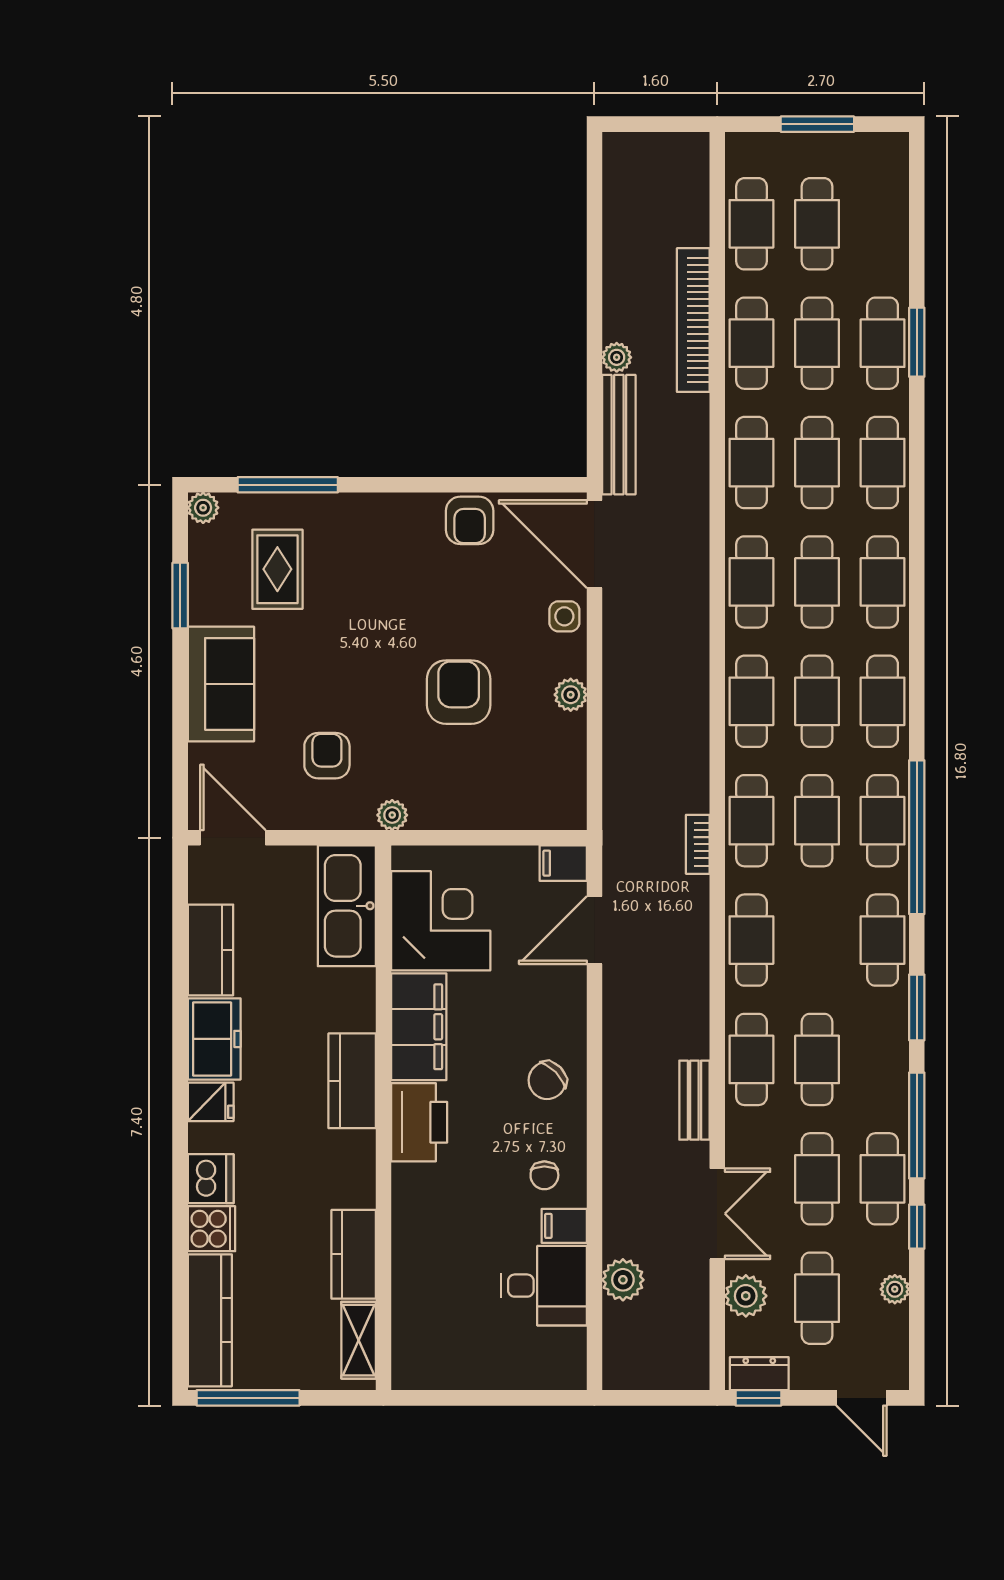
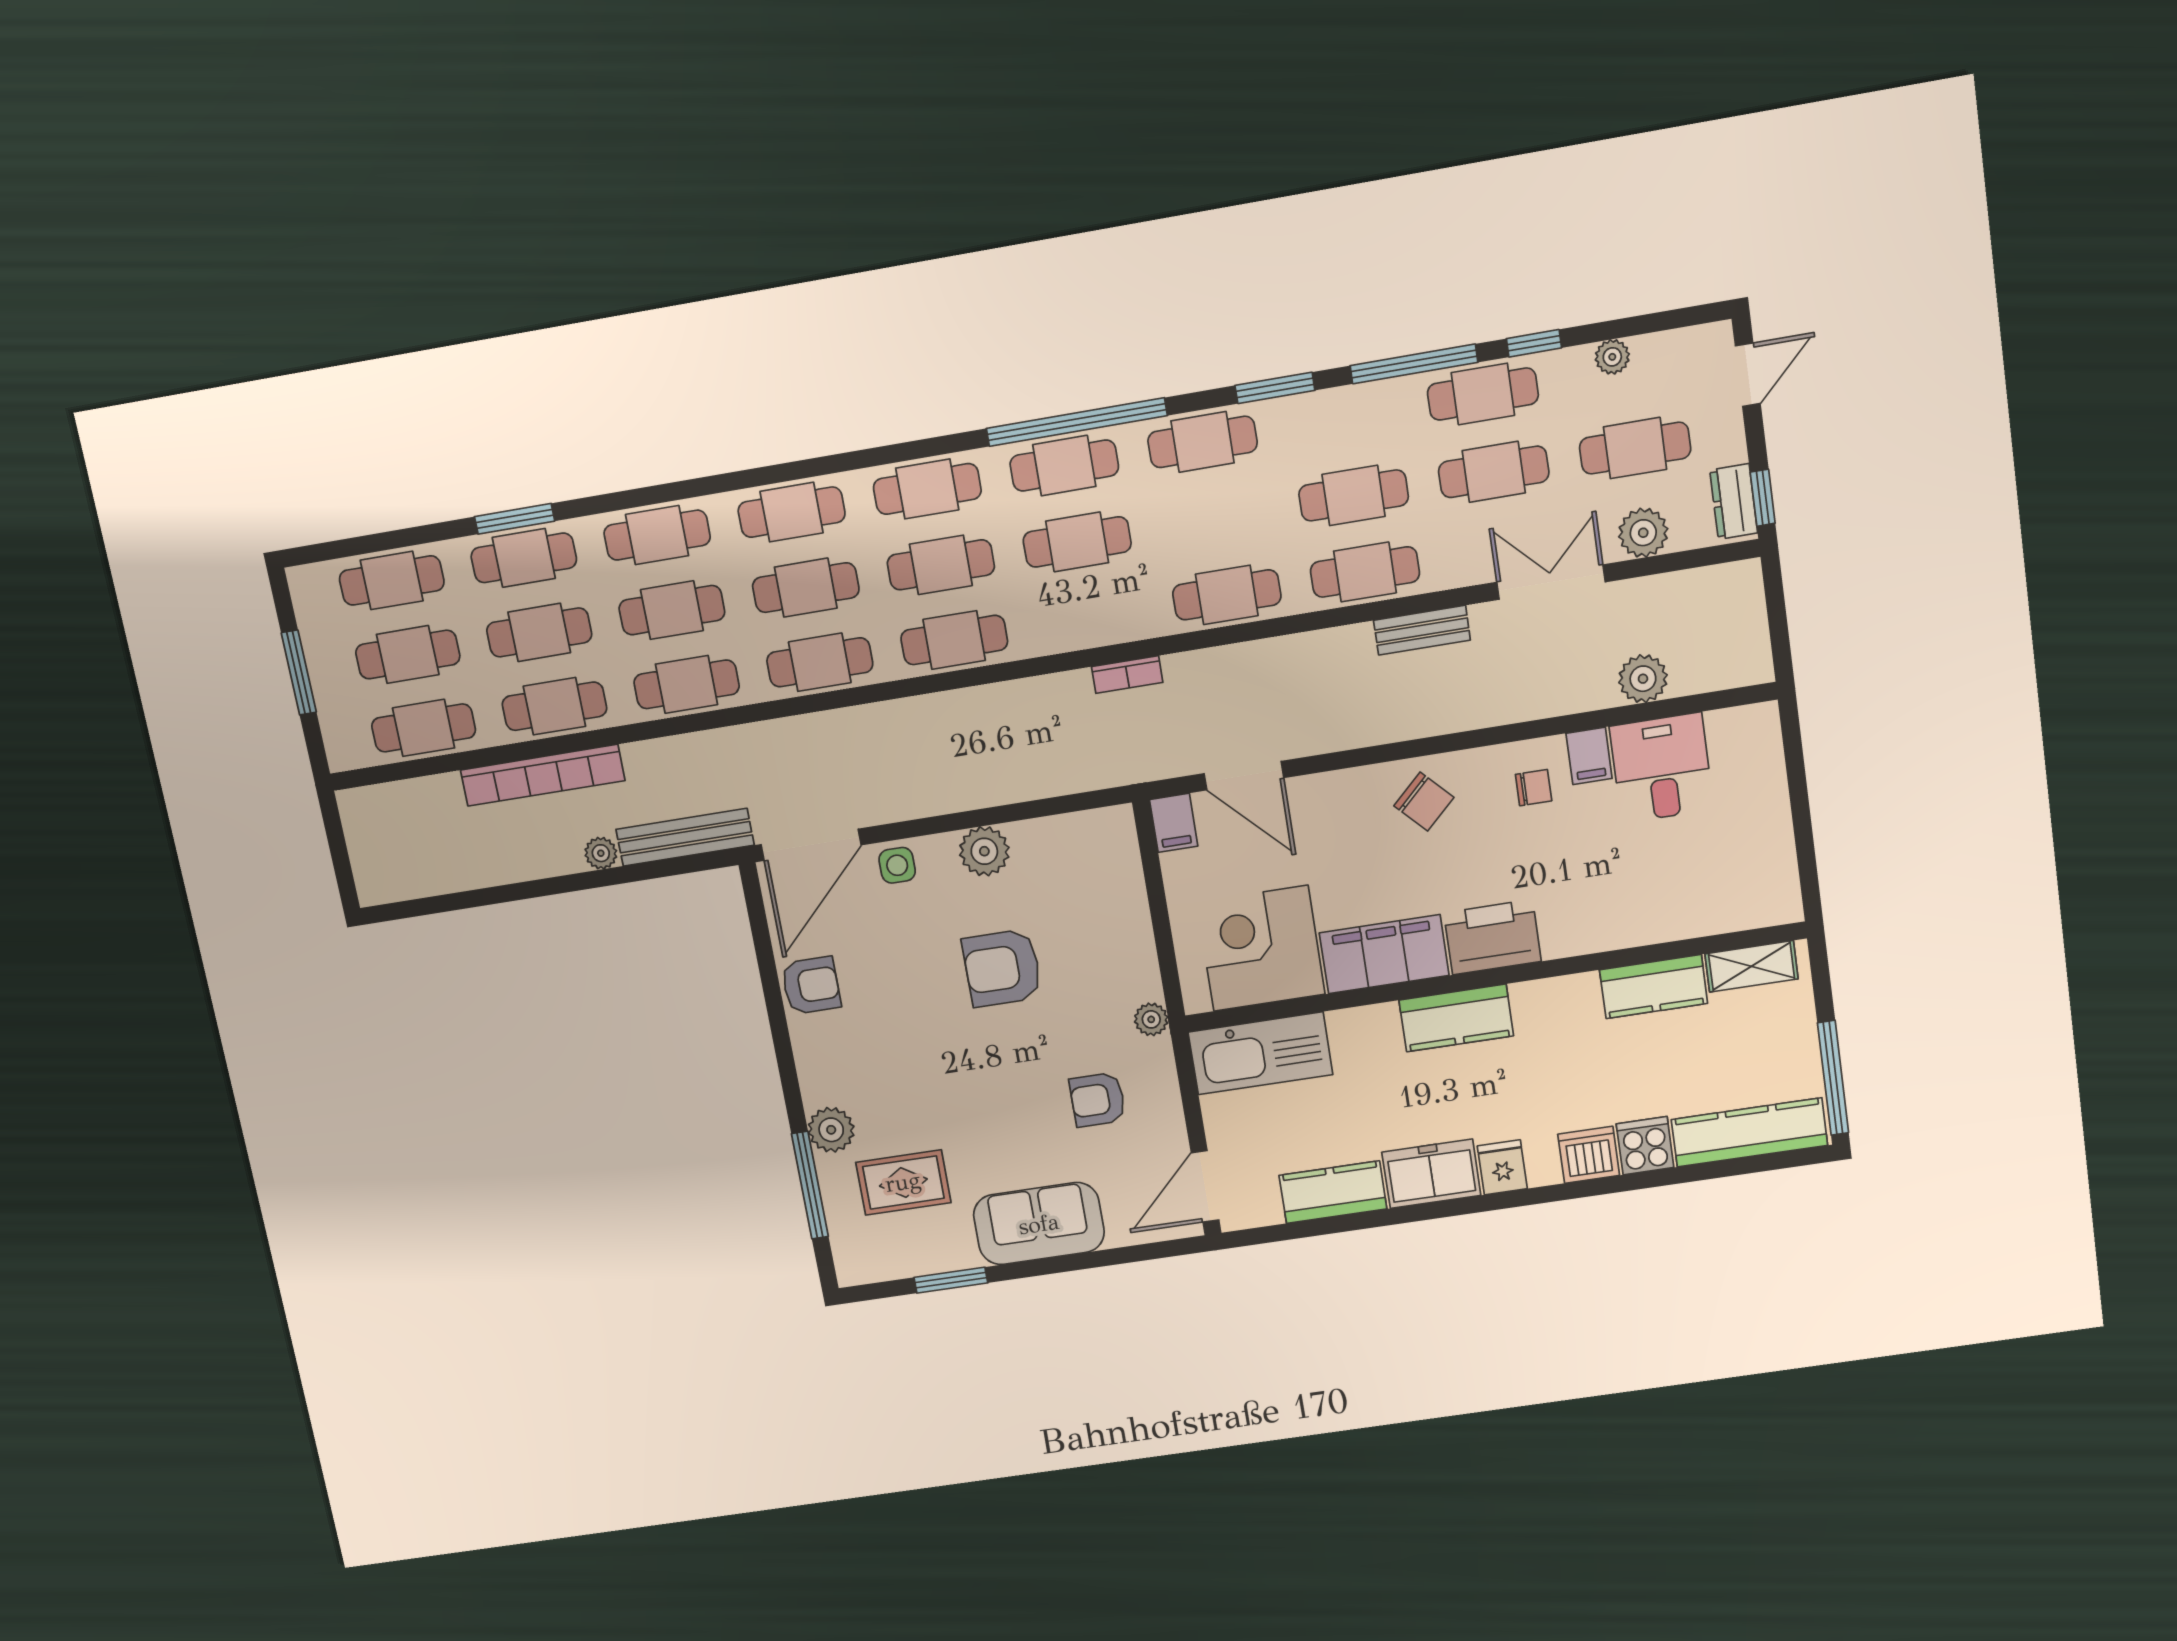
plant: (203, 508) -> (831, 1130), moved, width x1.38, depth x1.38
plant: (571, 695) -> (984, 851), width x1.38, depth x1.38
cafe table: (751, 821) -> (392, 580), moved

